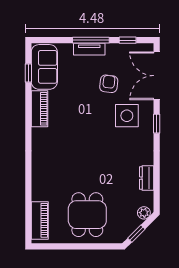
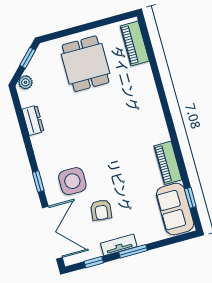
window: (91, 40) -> (133, 251), width x0.69
tv unit: (89, 49) -> (119, 245), moved

